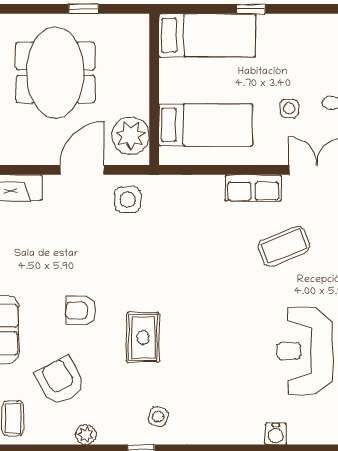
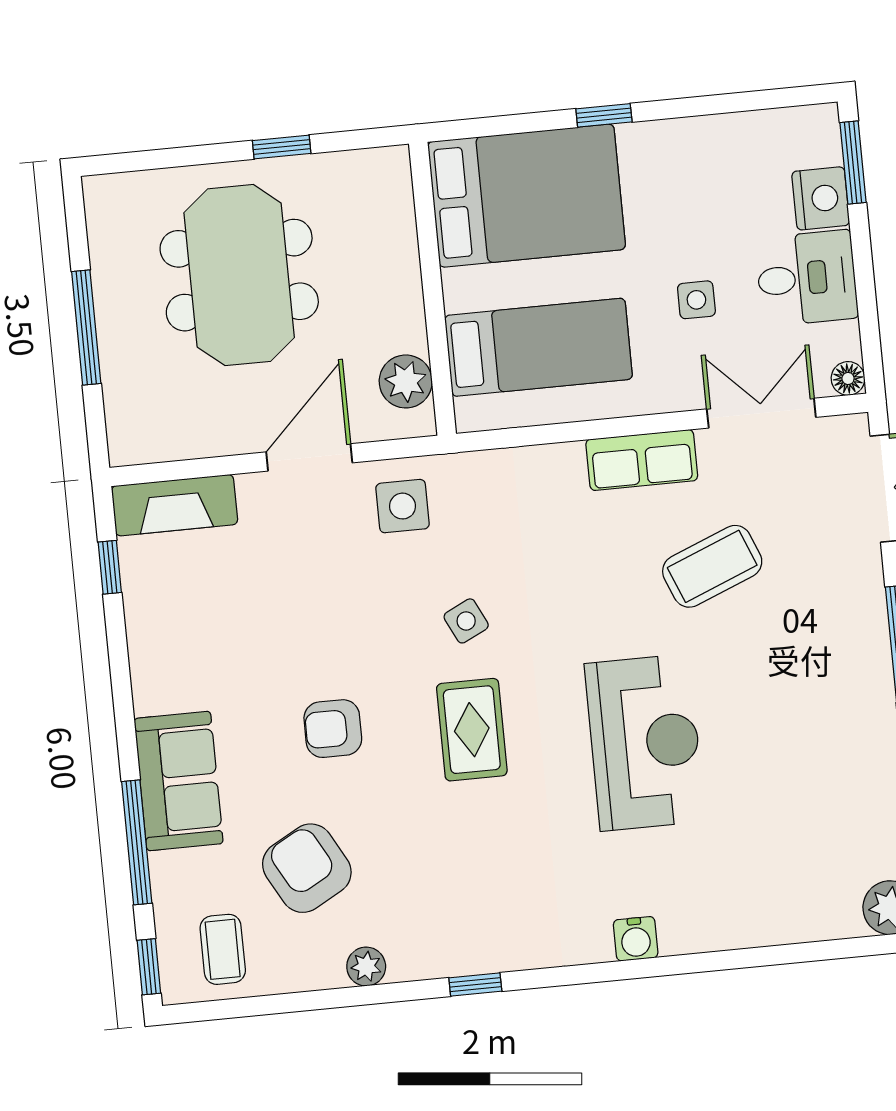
bed: (207, 35) -> (527, 196), width x1.50
plant: (131, 136) -> (406, 381), width x0.73, depth x0.73
rug: (143, 337) -> (472, 730), moved
reception desk: (305, 351) -> (645, 743), moved, turned 180
side table: (158, 417) -> (466, 621), moved, turned 45
water cooler: (276, 434) -> (636, 939), moved

